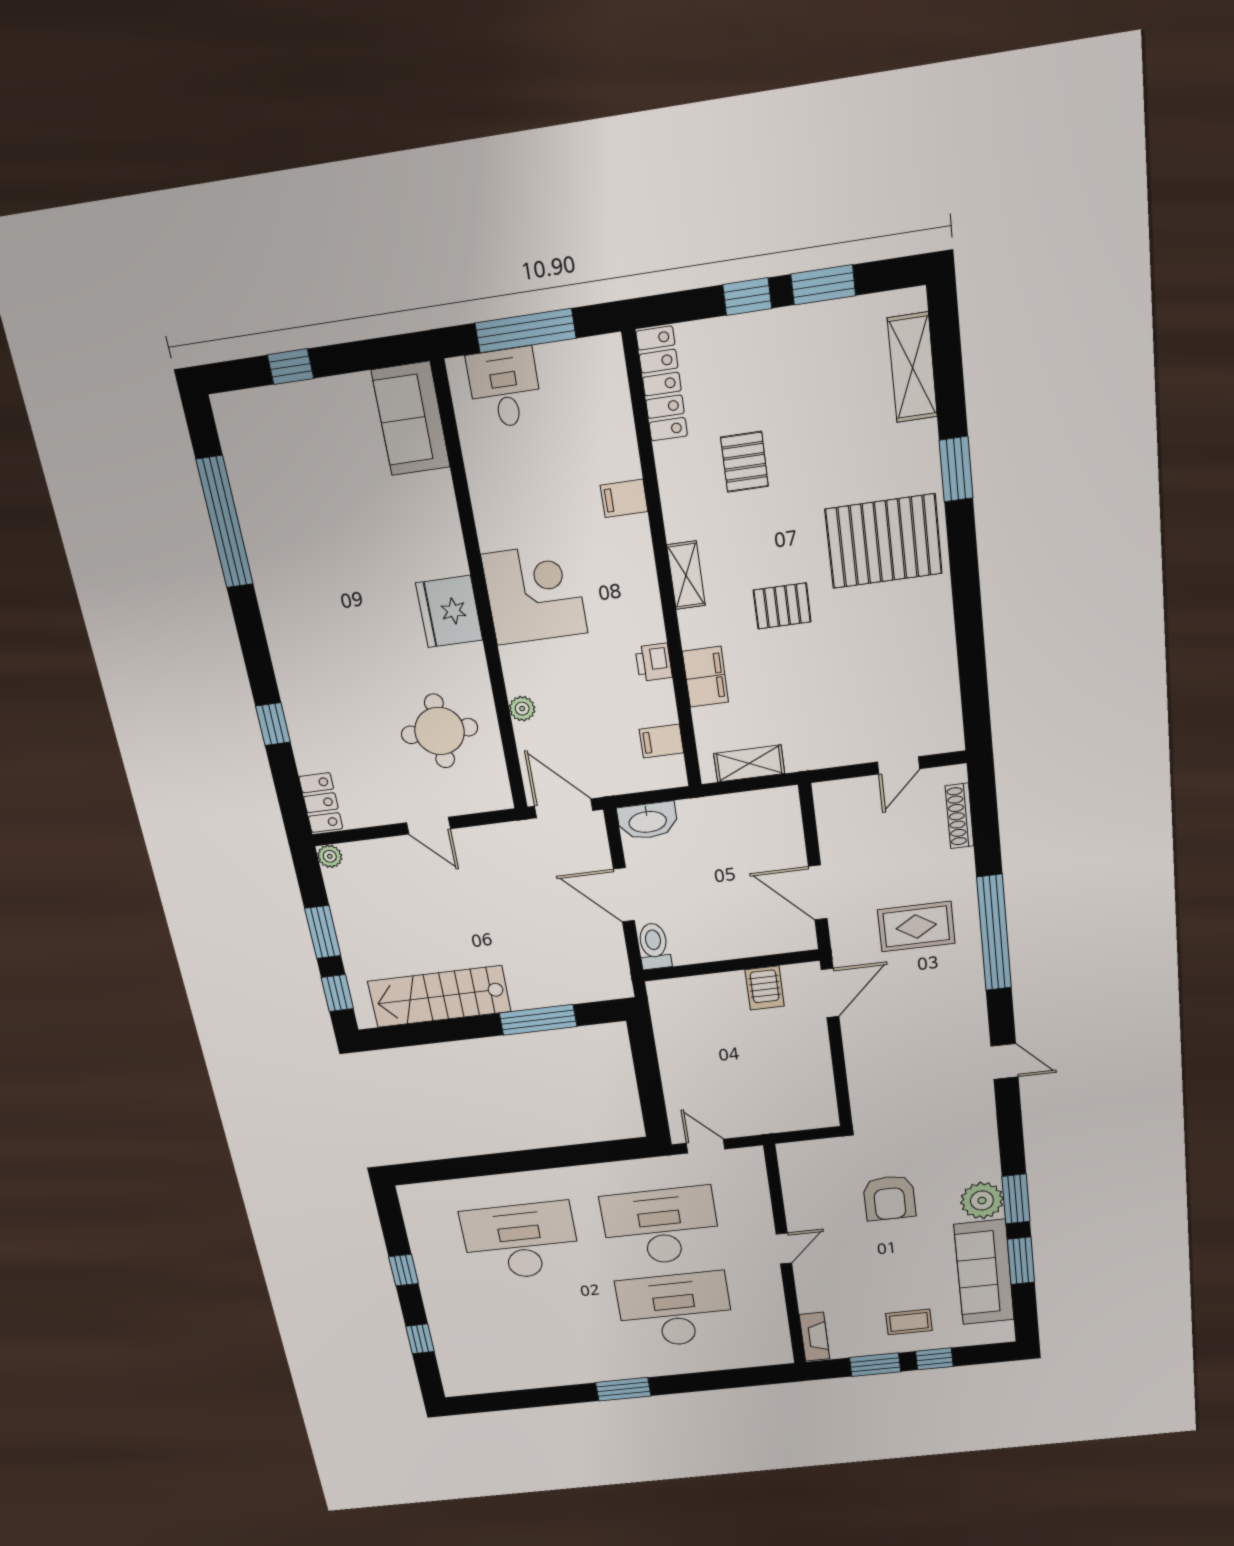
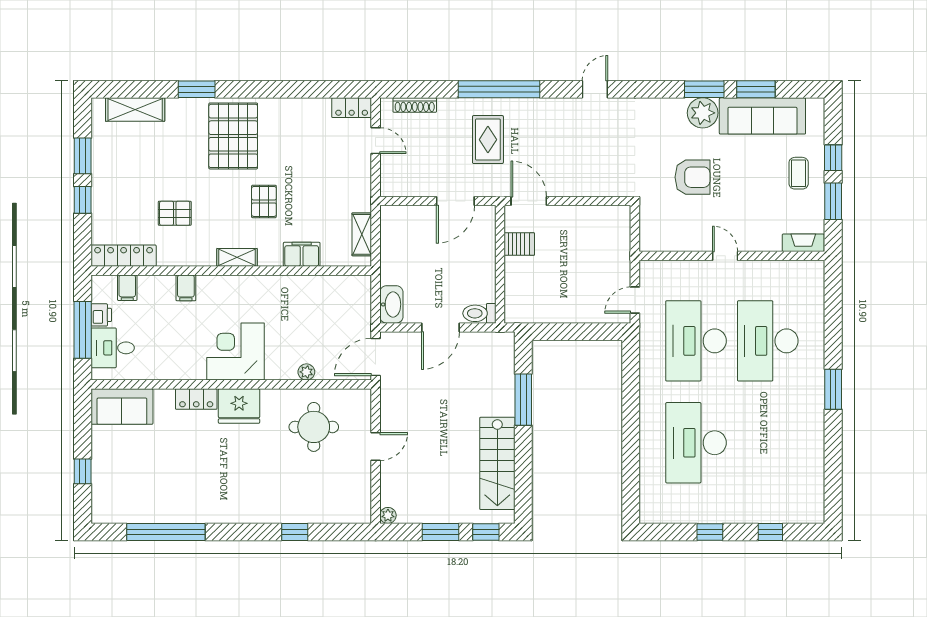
printer: (654, 662) -> (101, 315), moved, turned -90
locker: (947, 723) -> (352, 108), added
filing cabinet: (661, 741) -> (127, 288), moved
locker: (321, 803) -> (196, 399), moved, turned 180

